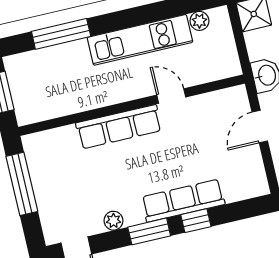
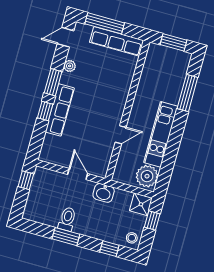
plant: (199, 21) -> (147, 176), width x1.88, depth x1.88
row of seats: (119, 127) -> (117, 41), moved, turned -90
window: (22, 184) -> (105, 23), moved

